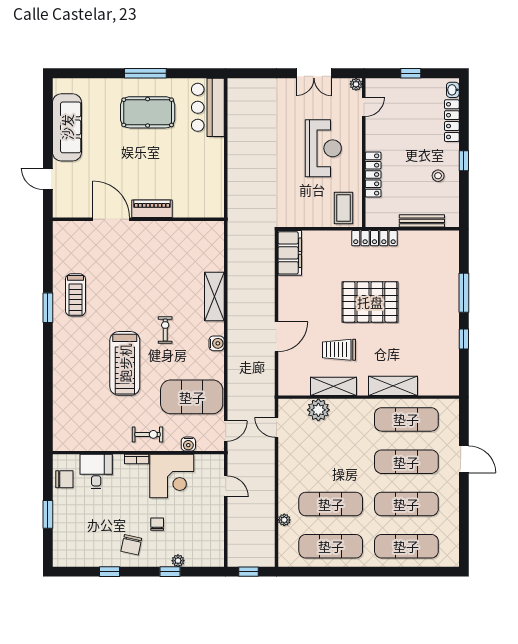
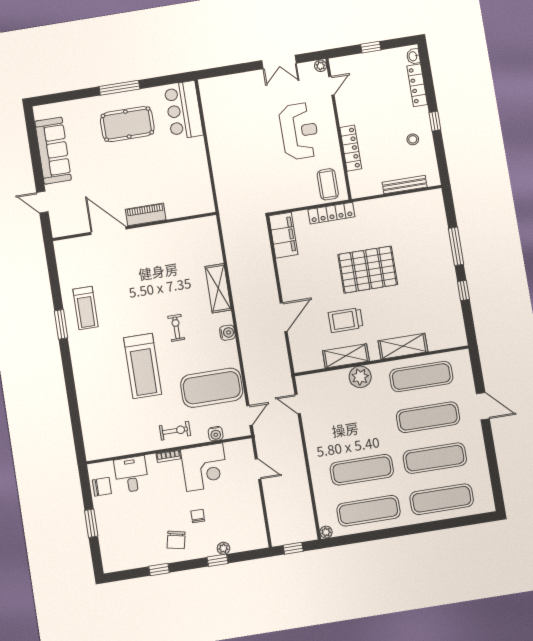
locker: (374, 238) -> (331, 213), moved
plant: (318, 410) -> (360, 377), moved
plant: (284, 520) -> (326, 532), moved

